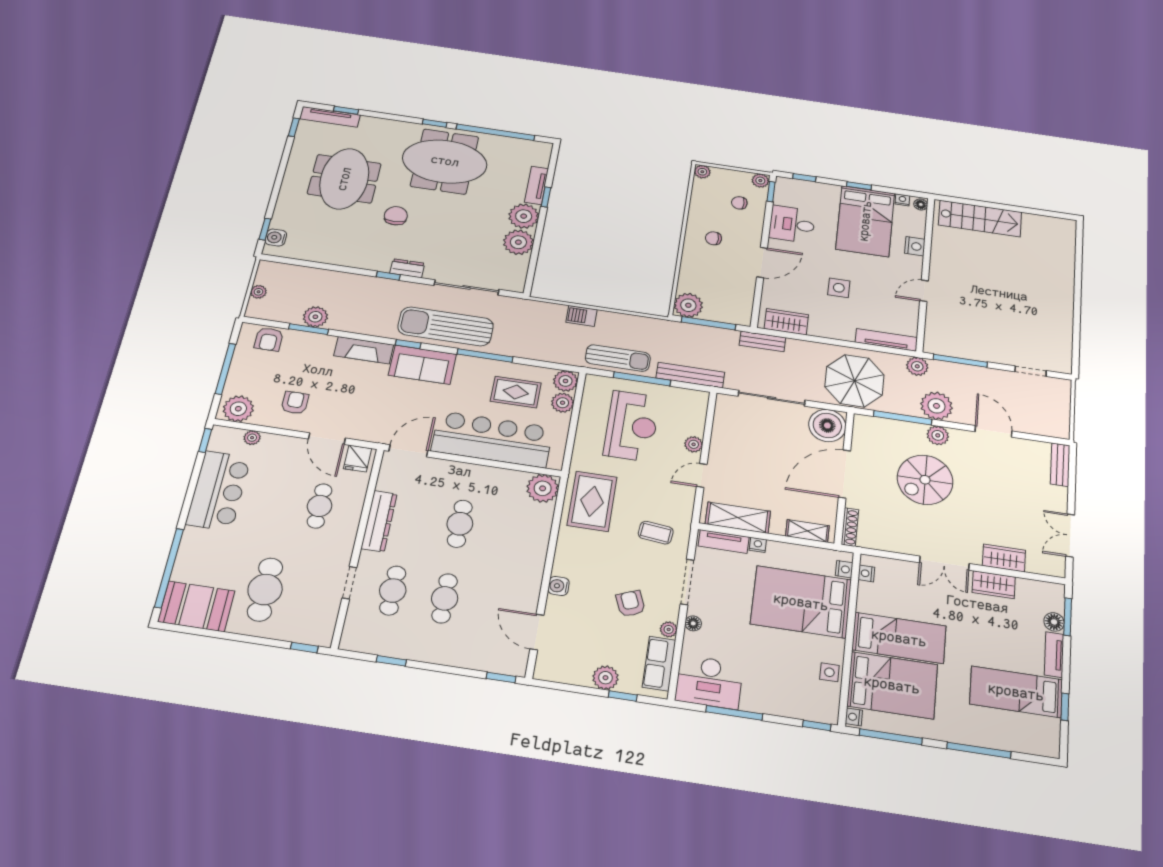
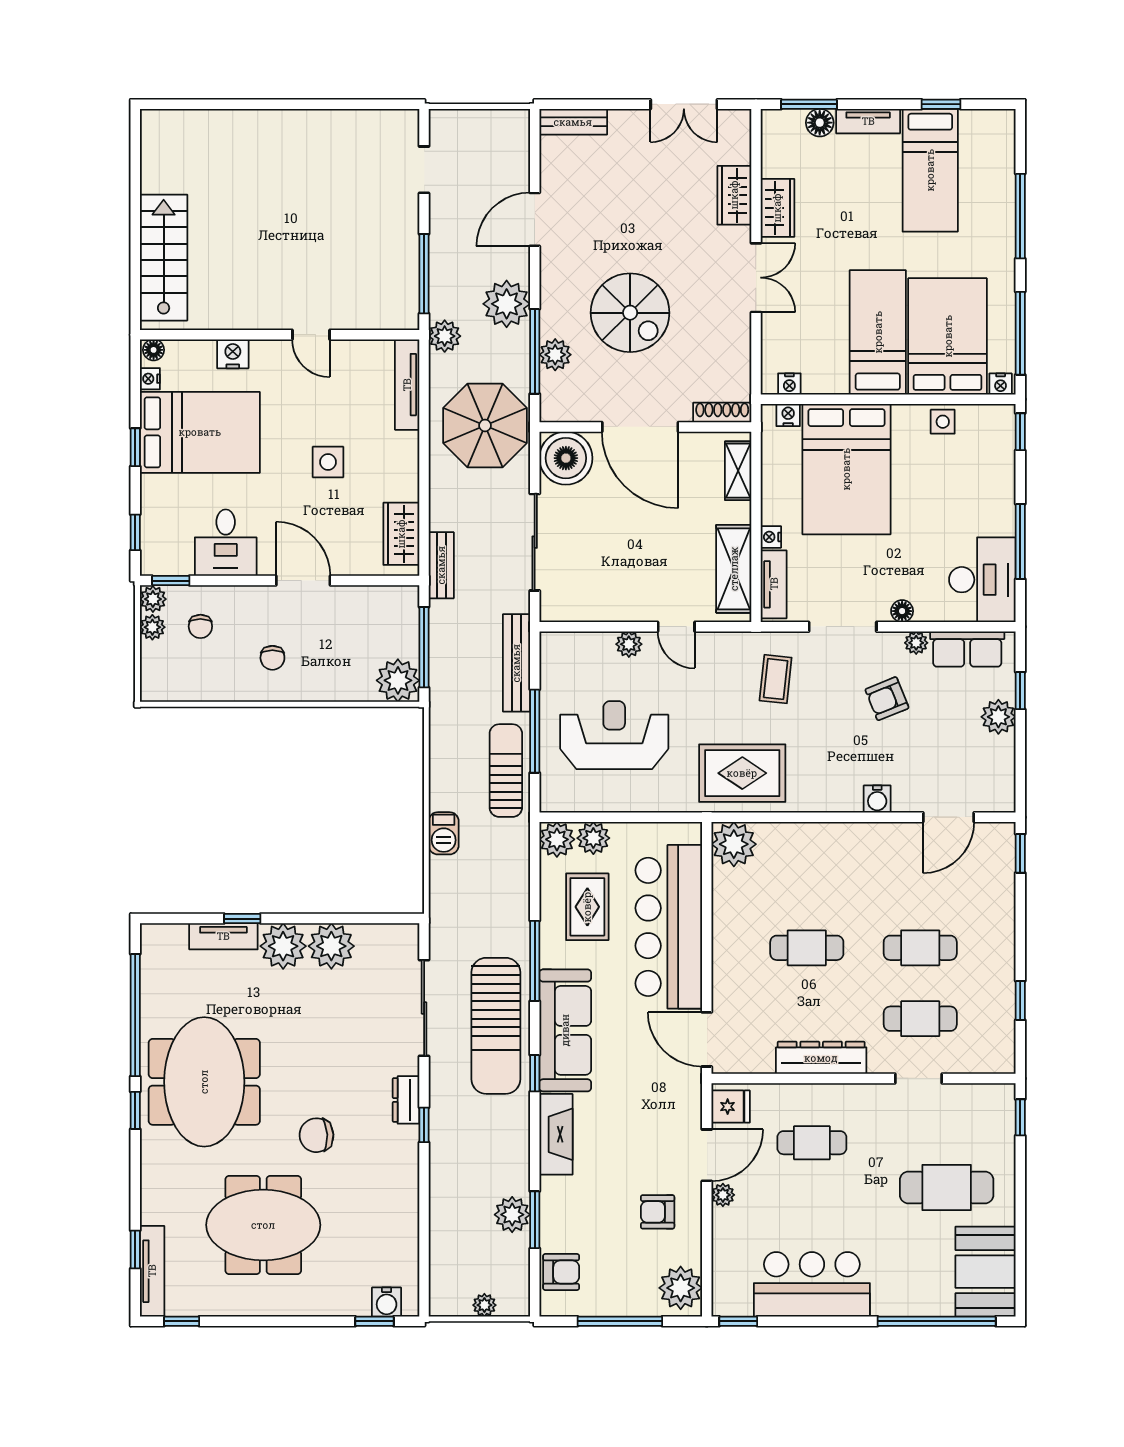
plant: (702, 172) -> (152, 627), moved
sofa: (422, 365) -> (565, 1030), width x1.36
plant: (938, 435) -> (555, 355), moved
plant: (252, 438) -> (723, 1195), moved

